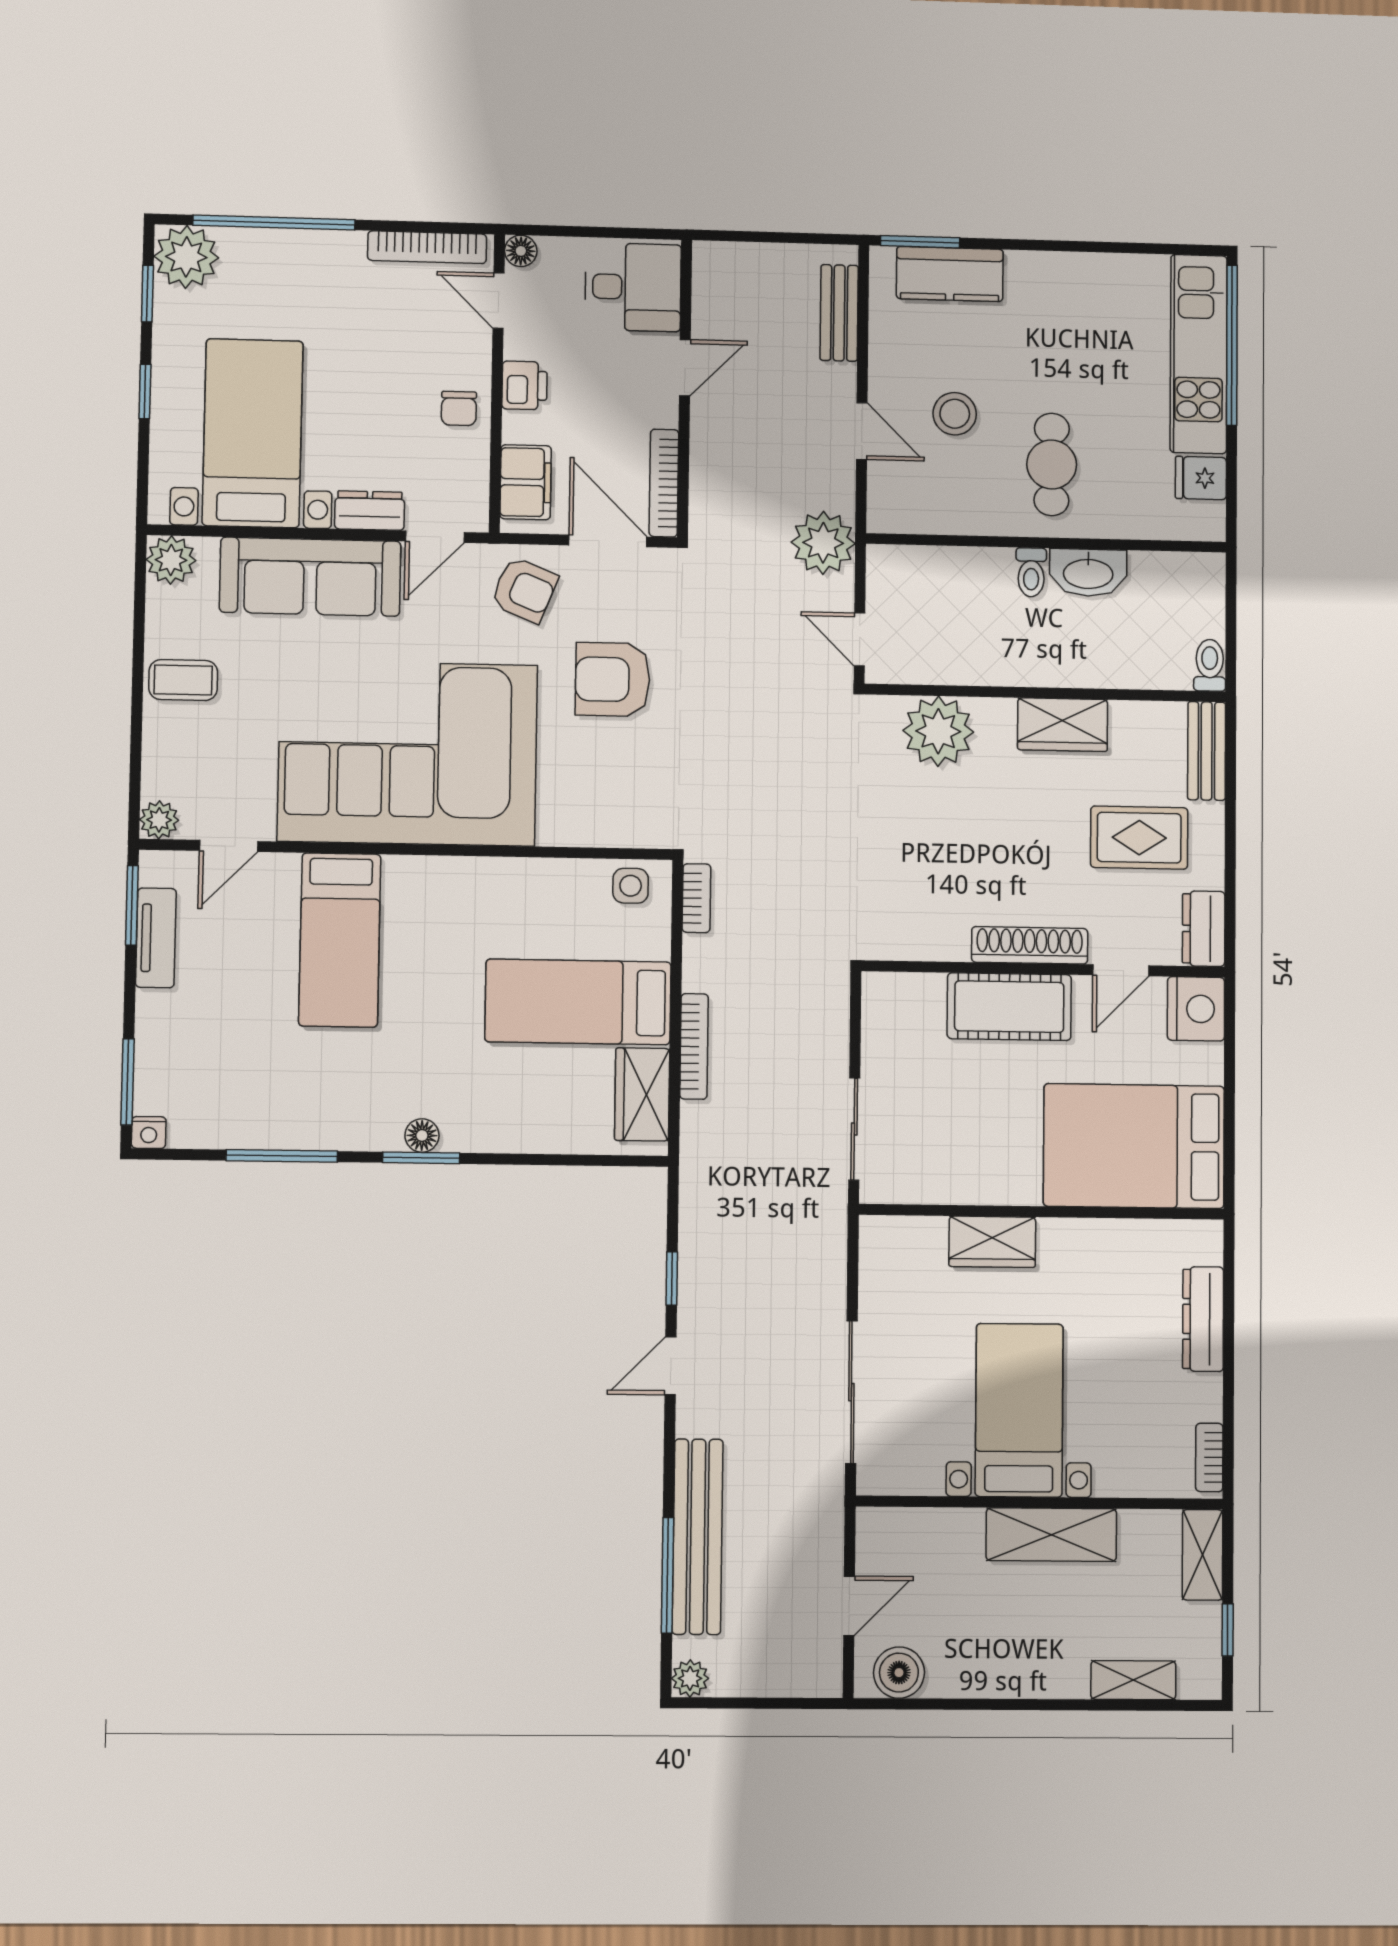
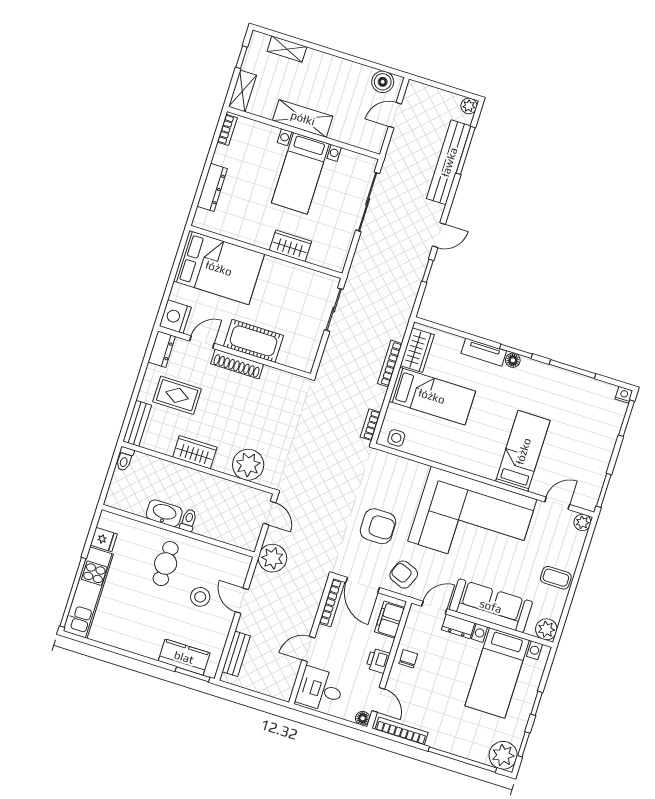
tv unit: (156, 938) -> (484, 352), moved, turned -90

